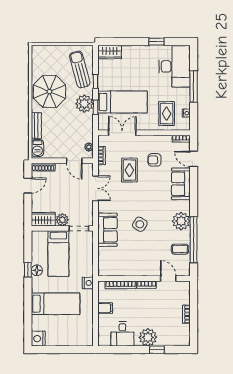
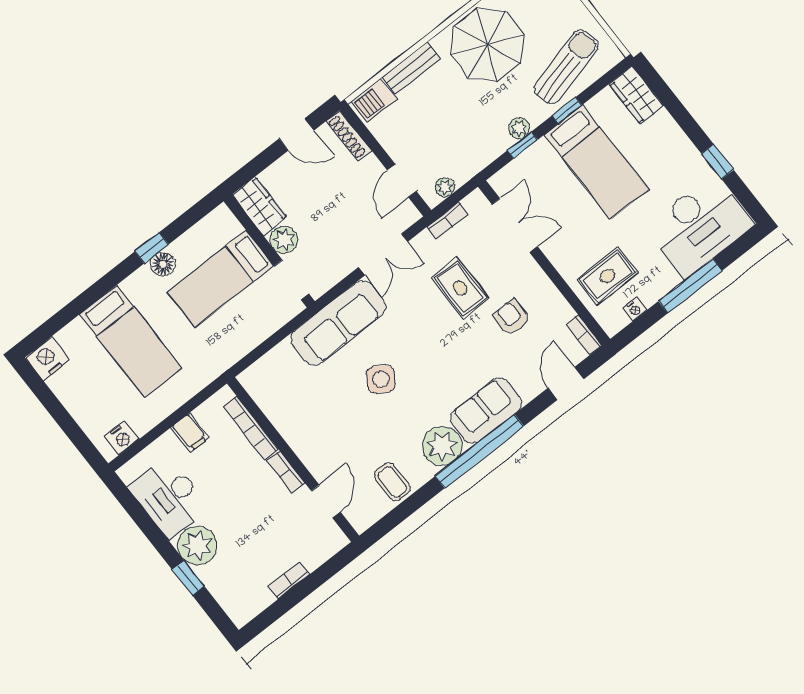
bed: (122, 102) -> (596, 162), moved
plant: (84, 104) -> (519, 128), width x0.53, depth x0.53
rug: (129, 170) -> (460, 288), turned 90
sofa: (181, 184) -> (486, 411), moved
sofa: (107, 230) -> (338, 323), width x1.36
window: (194, 240) -> (479, 451), moved
nightstand: (88, 283) -> (122, 438), moved
desk: (122, 334) -> (169, 497), width x1.37

